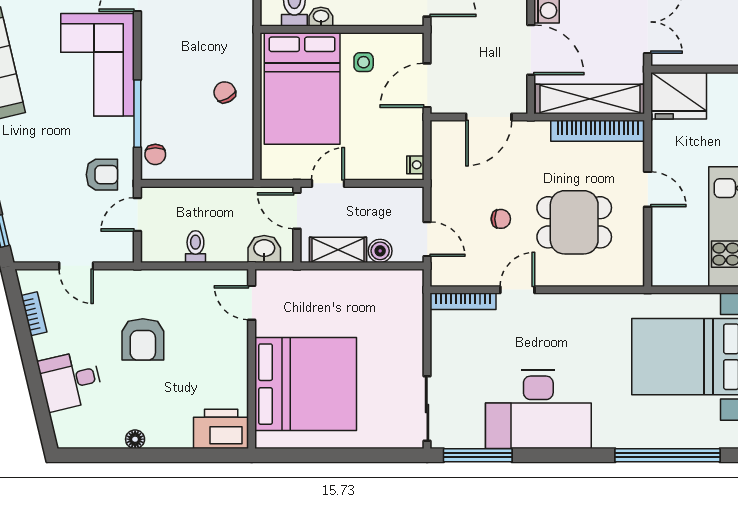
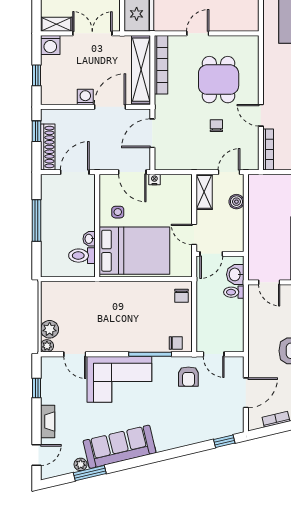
chair: (225, 92) -> (181, 296), moved, turned -60
door: (489, 117) -> (152, 133), swing flipped
nightstand: (415, 165) -> (154, 179), moved
armchair: (102, 175) -> (188, 377), turned 180
toilet: (195, 247) -> (234, 292), moved
shelving: (338, 250) -> (204, 192), moved
door: (76, 266) -> (246, 393), width x1.38
door: (252, 303) -> (269, 282), hinge flipped

